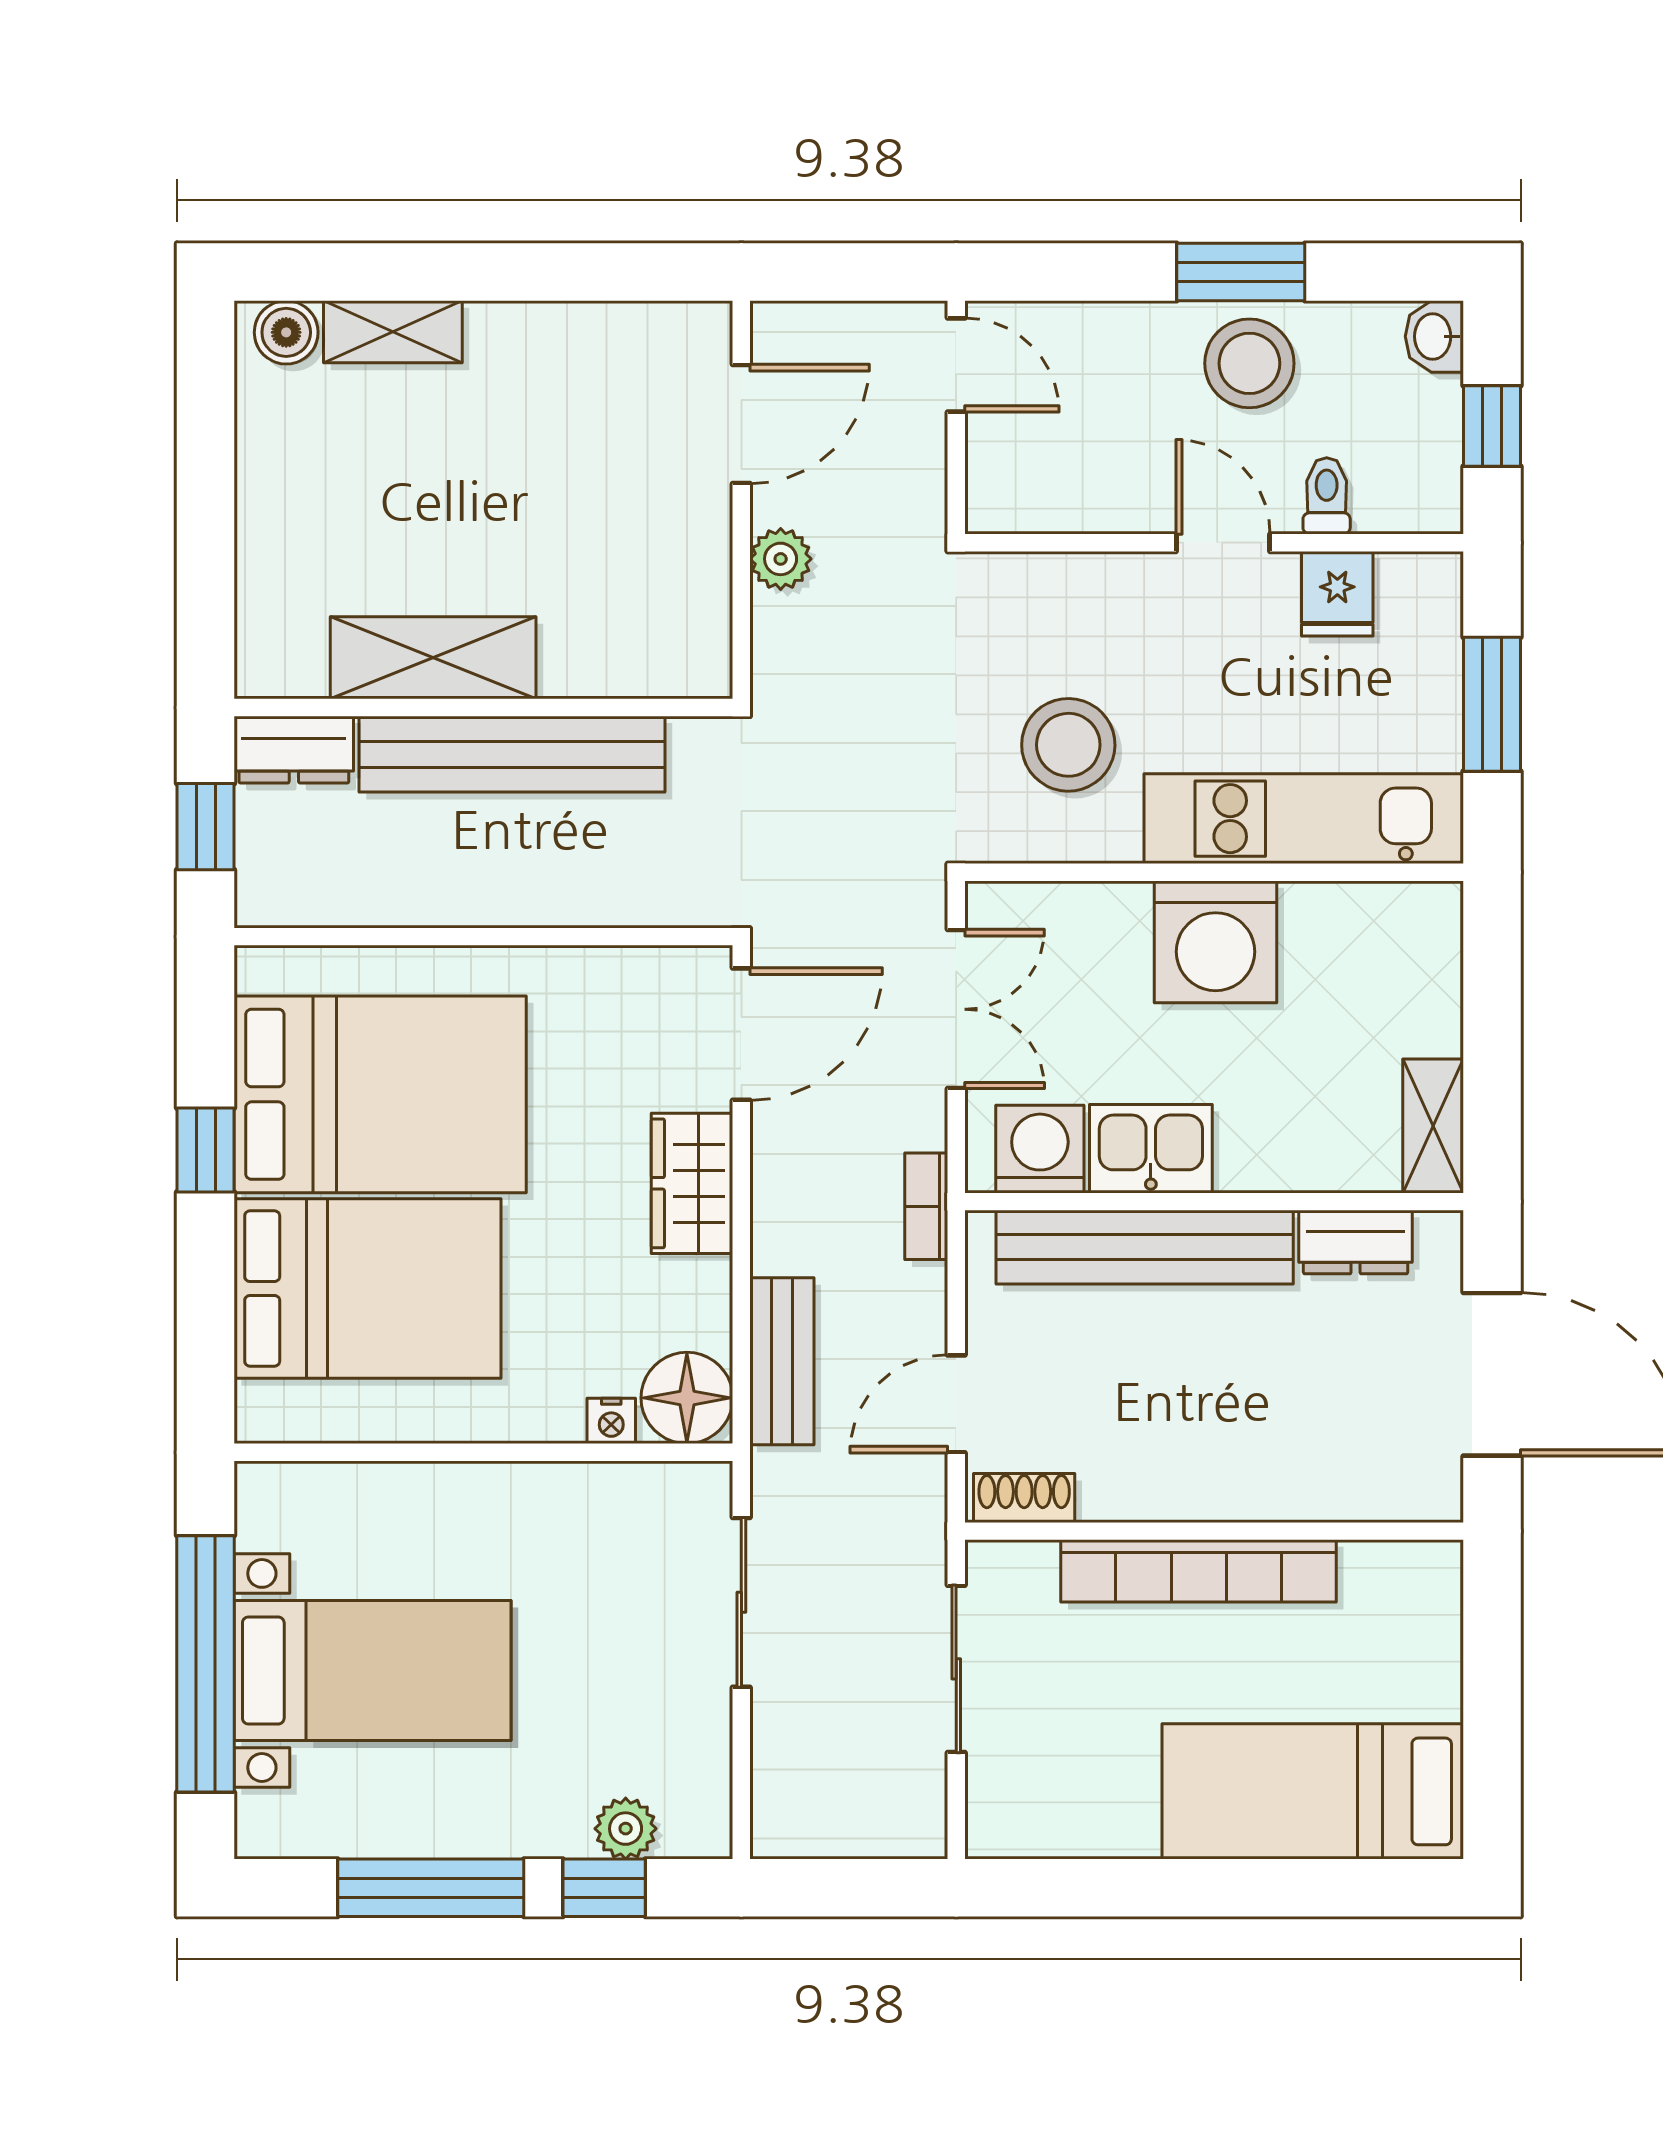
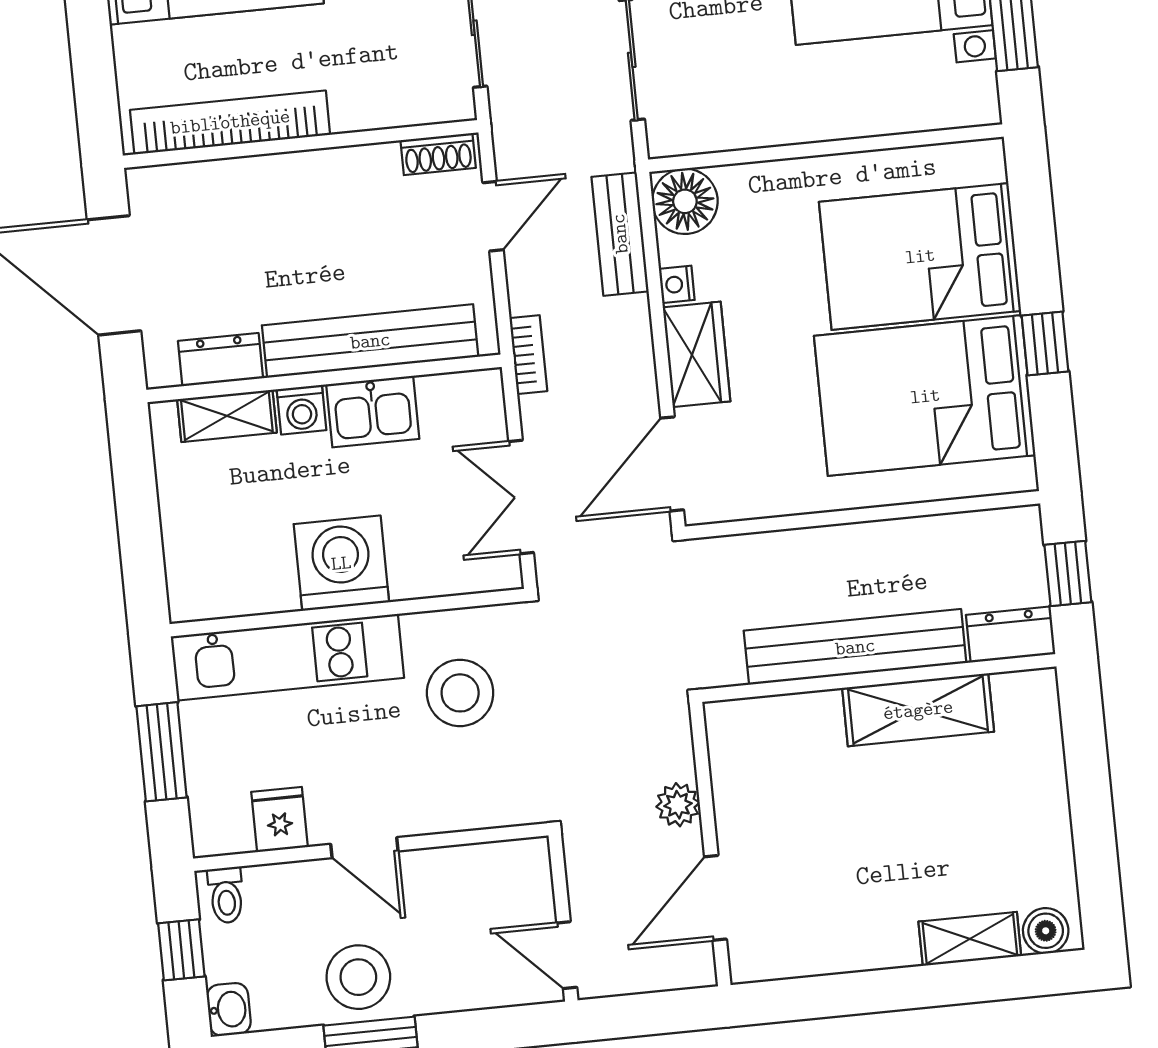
toilet: (1327, 496) -> (226, 895), moved
shelving: (1433, 1126) -> (227, 416), moved, turned 90
washing machine: (1040, 1149) -> (302, 410), moved, width x0.73, depth x0.73
nightstand: (611, 1421) -> (677, 284), moved, turned -90
bookcase: (1199, 1571) -> (230, 122), moved

